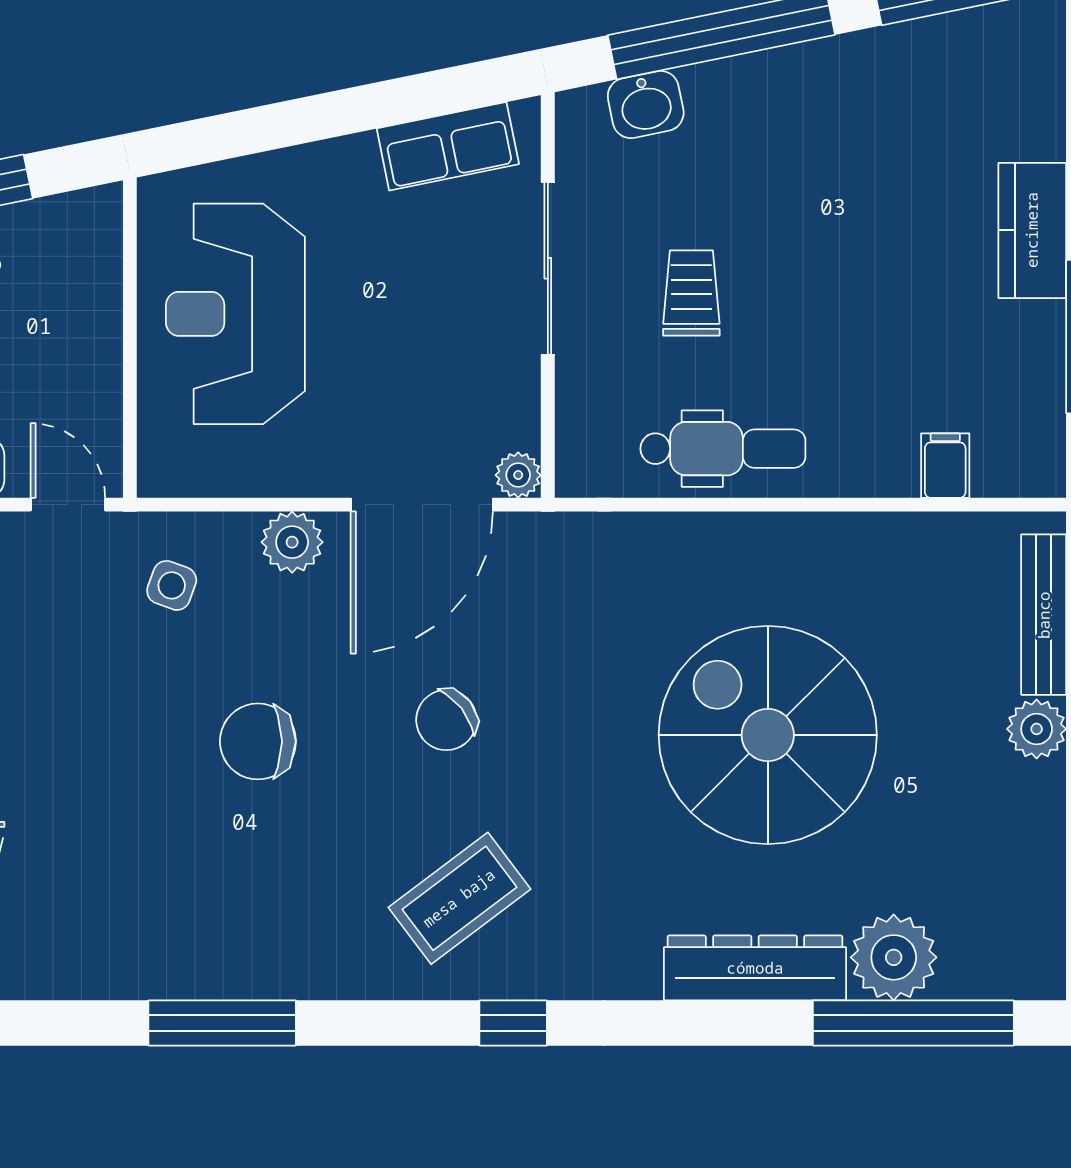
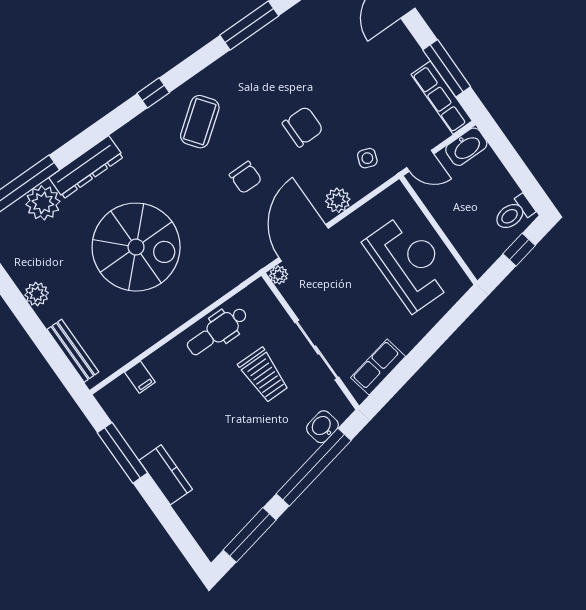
trolley: (691, 293) -> (264, 375), width x1.36, depth x1.39
chair: (446, 720) -> (246, 177), turned 128
plant: (1037, 729) -> (37, 294), moved

